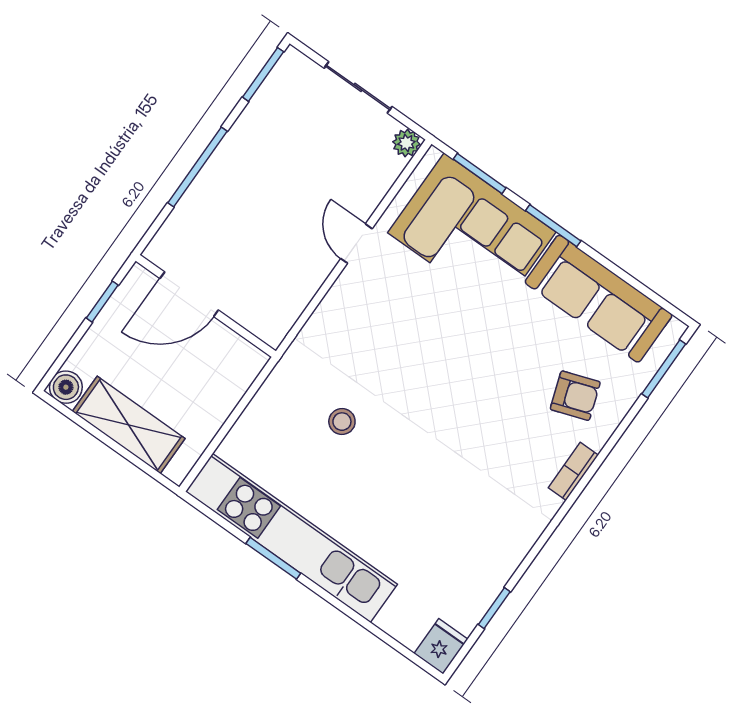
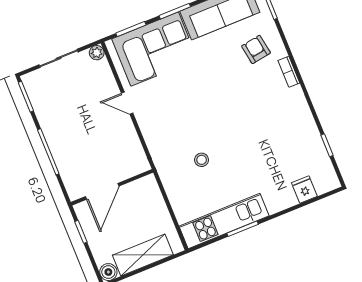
armchair: (575, 396) -> (256, 49), turned -80
kitchen unit: (291, 538) -> (224, 221), width x0.73
fridge: (441, 646) -> (304, 190), moved

